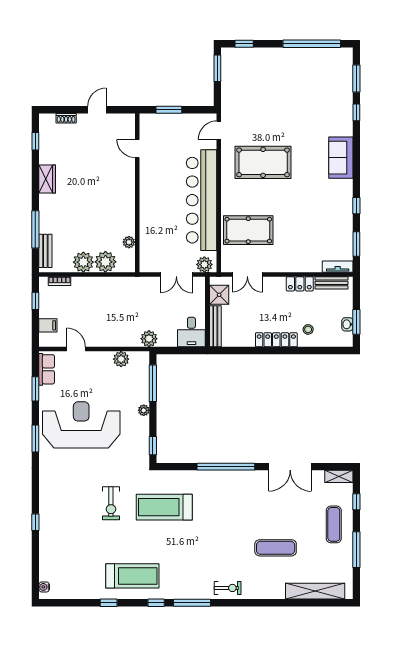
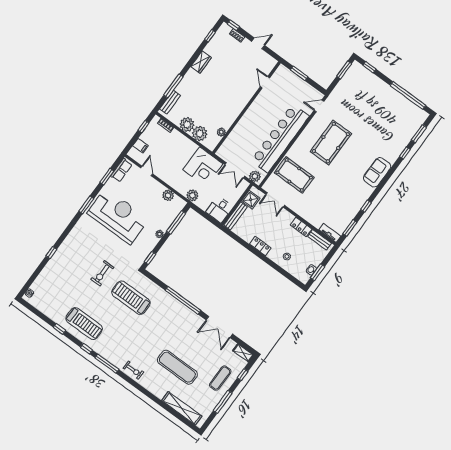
window: (53, 110) -> (233, 25), added
pool table: (263, 162) -> (331, 143), turned 90
corner desk: (137, 297) -> (203, 167), added
locker: (276, 340) -> (260, 246), width x0.66
exercise mat: (276, 548) -> (177, 367), width x1.36, depth x1.45

